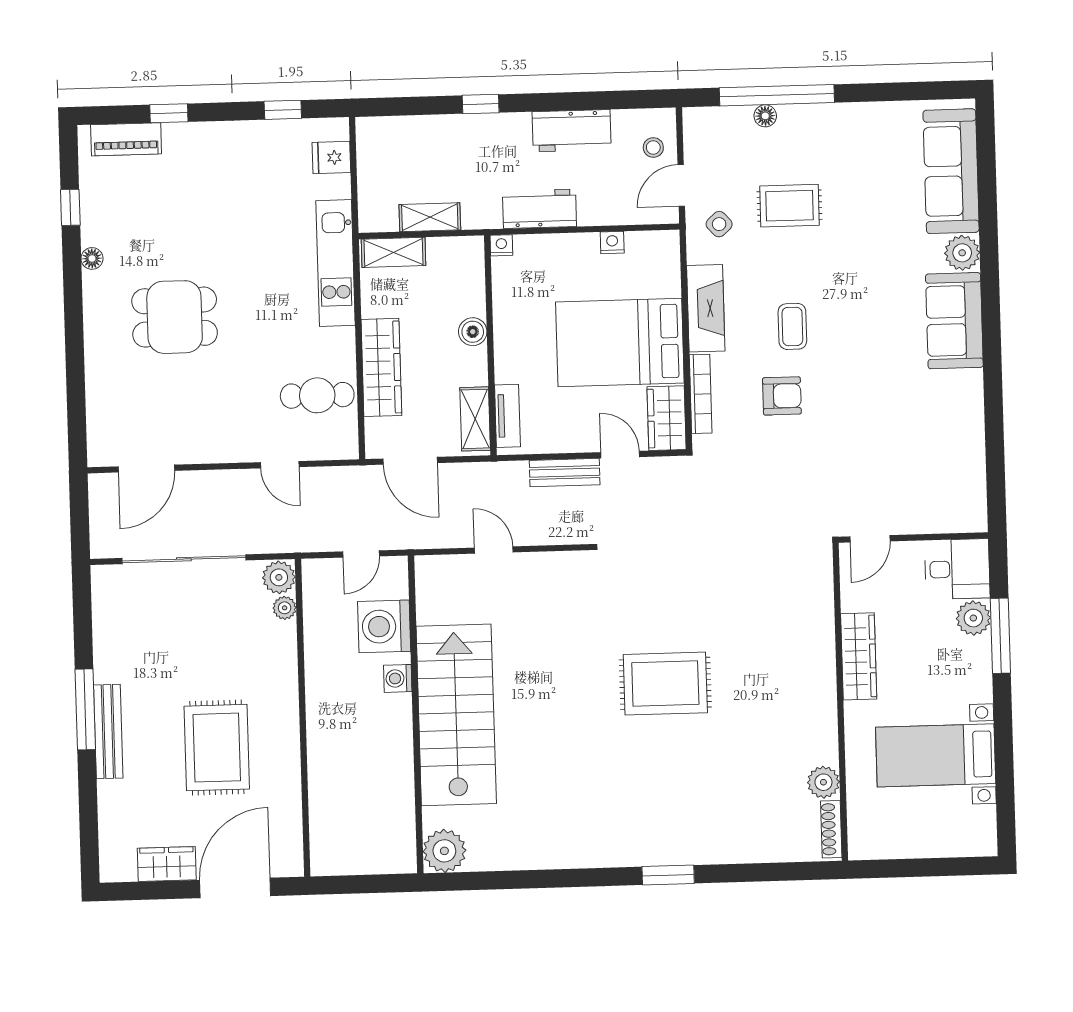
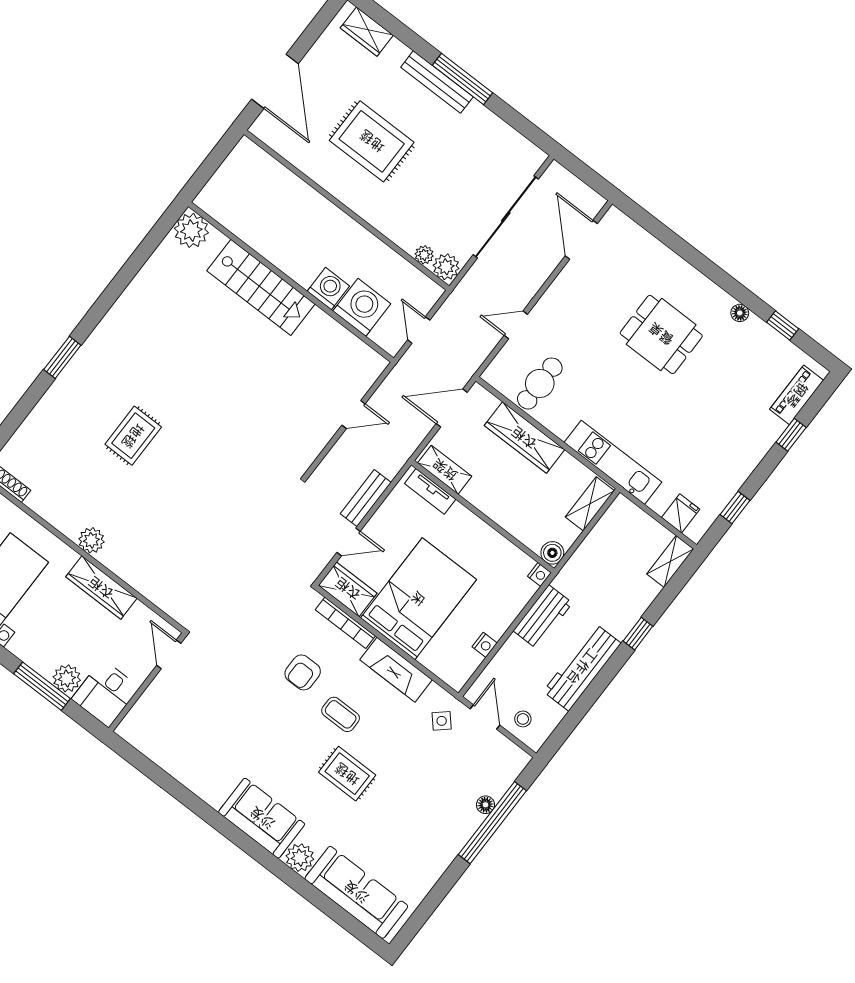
workbench: (572, 131) -> (582, 667), width x1.38
rug: (790, 206) -> (347, 774), moved, turned 90
shelving: (430, 217) -> (670, 562), moved
dining table: (175, 317) -> (661, 334), turned 90
boiler: (473, 332) -> (552, 553), moved
washing machine: (398, 678) -> (328, 289), width x1.38, depth x1.38
rug: (665, 684) -> (133, 436), moved, width x0.73, depth x0.70
stairs: (456, 715) -> (261, 287), width x0.73, depth x0.66
plant: (823, 782) -> (91, 540), moved
wardrobe: (167, 864) -> (367, 32), moved, turned 90

